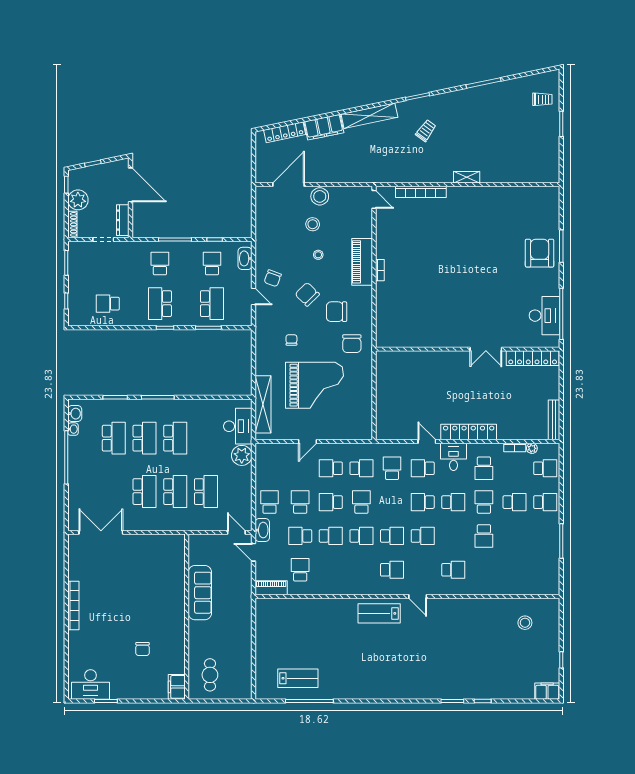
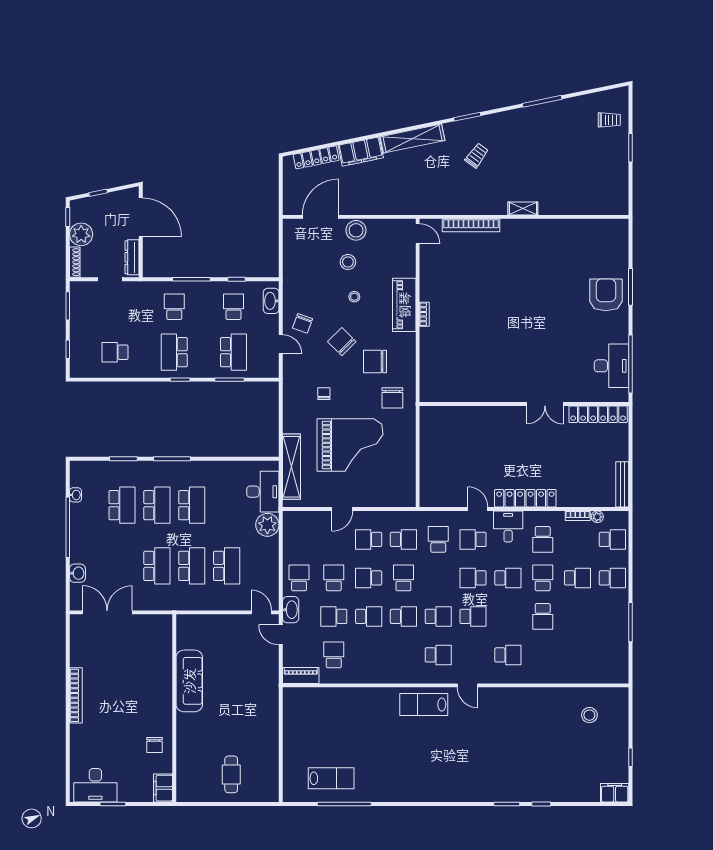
washbasin: (75, 414) -> (77, 573), moved
sofa: (200, 593) -> (189, 681), moved
wall: (187, 617) -> (174, 708), moved
filing cabinet: (177, 687) -> (163, 788), moved

